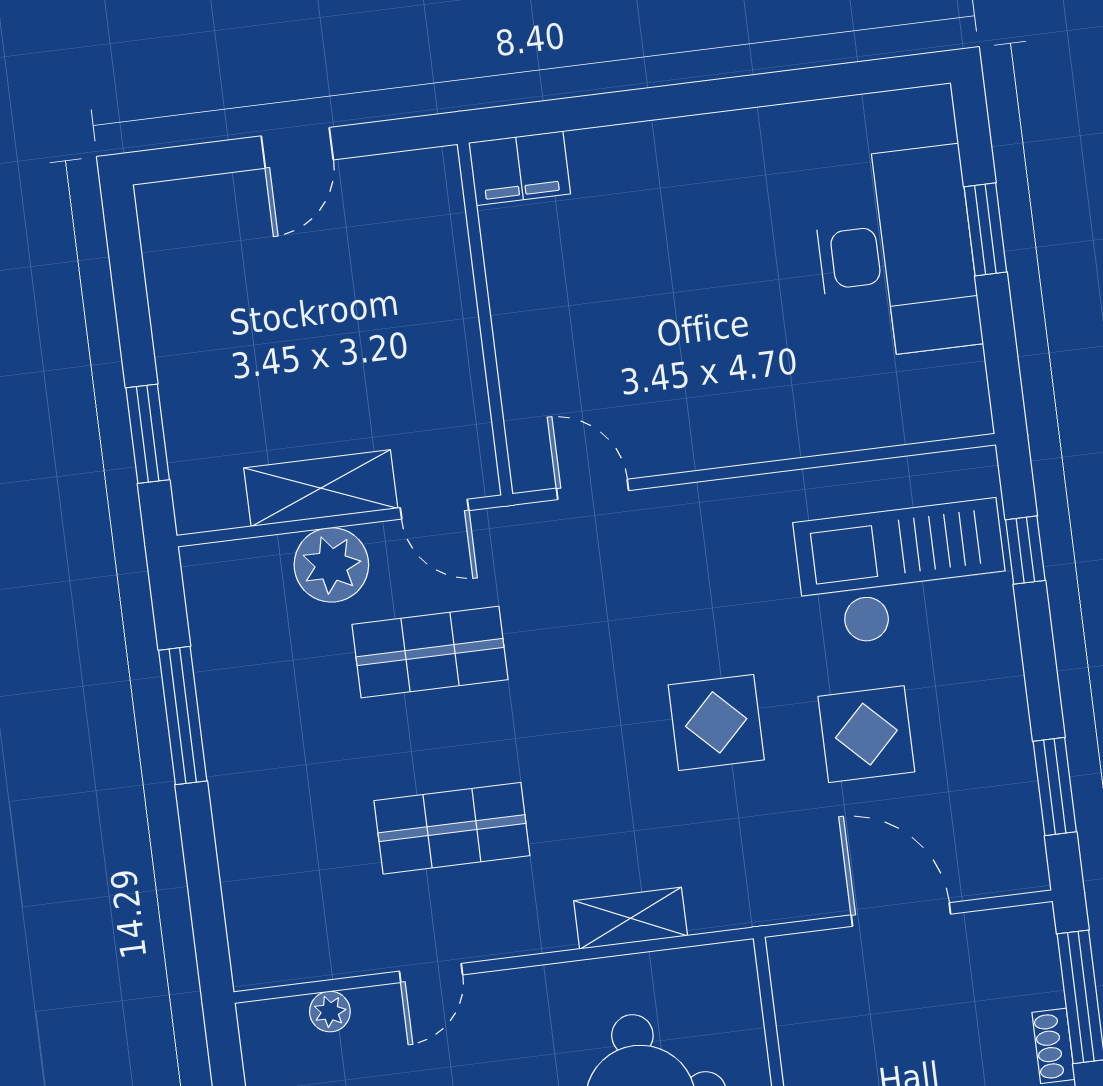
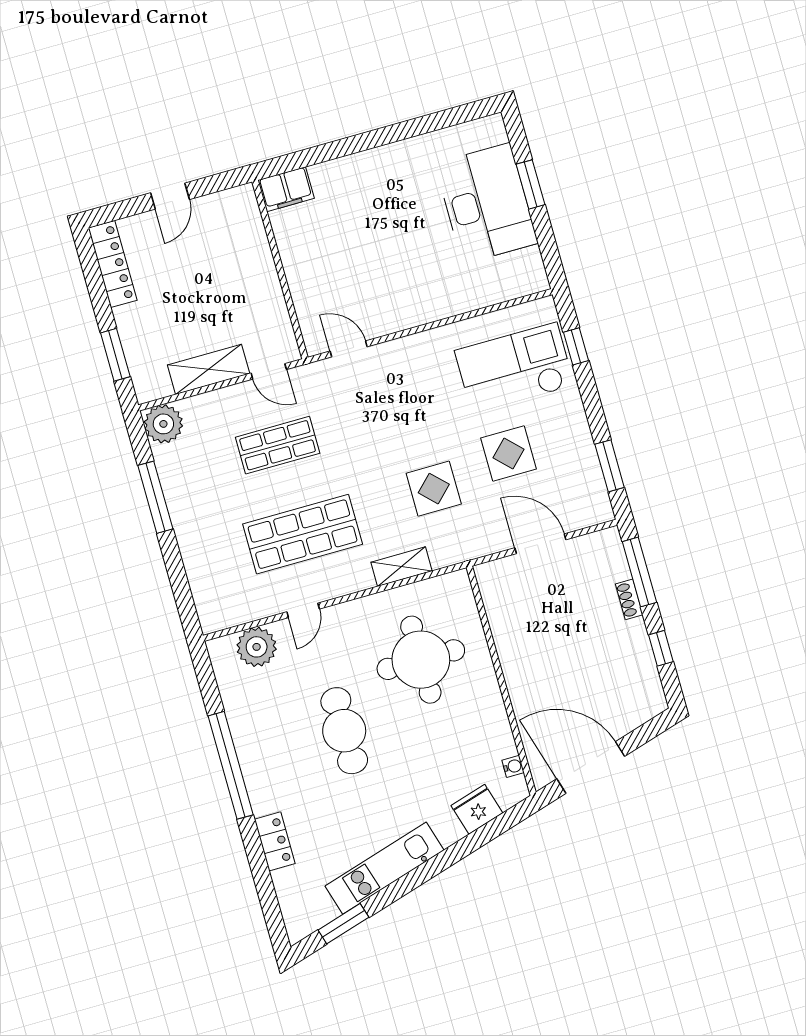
locker: (169, 260) -> (113, 264), added
plant: (331, 565) -> (163, 424), moved
display table: (716, 722) -> (434, 489), moved
shop shelf: (452, 828) -> (303, 534), width x1.43, depth x1.36
plant: (330, 1012) -> (257, 647), width x1.88, depth x1.88

